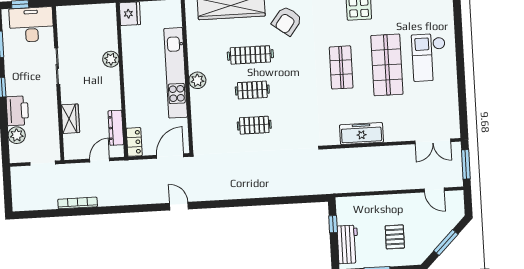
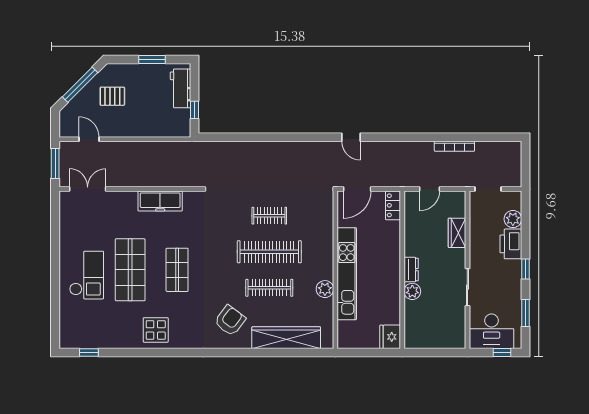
plant: (197, 80) -> (325, 289), moved
clothes rail: (252, 90) -> (269, 252), width x1.86, depth x1.31
dresser: (116, 128) -> (411, 270), moved, width x0.70
pallet: (395, 237) -> (112, 96), moved, turned 90
window: (446, 242) -> (80, 85), width x1.44

